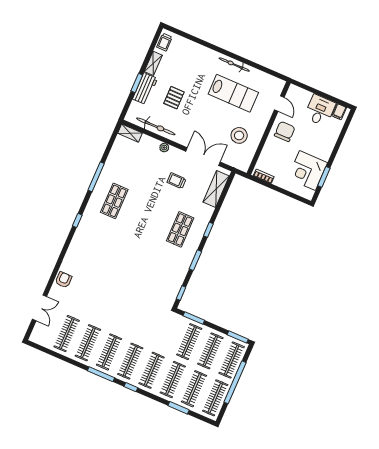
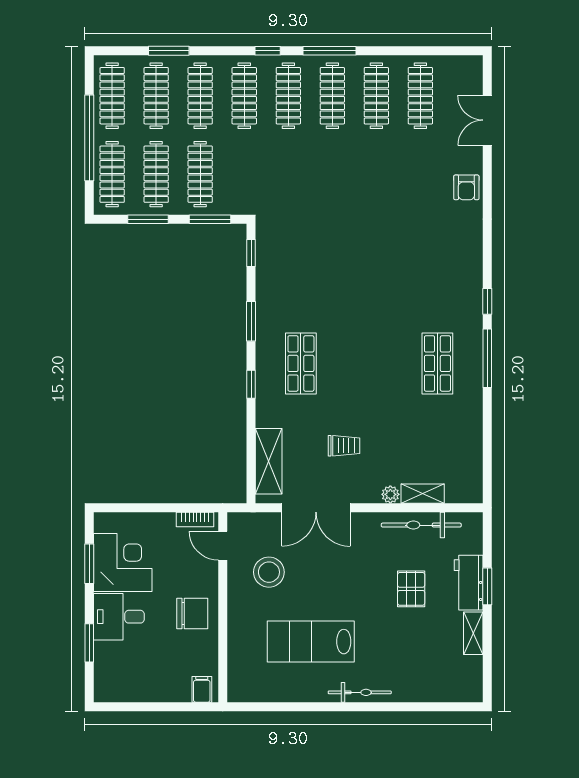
trolley: (164, 42) -> (470, 679), removed
bicycle: (234, 65) -> (360, 692), moved
door: (279, 104) -> (223, 546), moved
desk: (320, 110) -> (119, 617), moved, turned 90
filing cabinet: (339, 112) -> (202, 689), moved
chair: (285, 131) -> (192, 614), turned -90
shelving: (130, 133) -> (423, 494), moved
window: (340, 139) -> (89, 643), added
window: (96, 177) -> (487, 358), moved
window: (238, 337) -> (148, 219), moved

